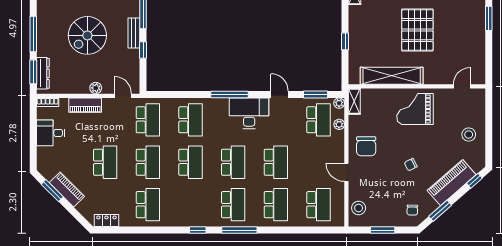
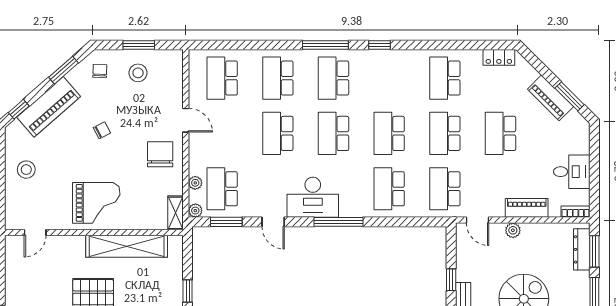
stool: (359, 208) -> (138, 73), moved

